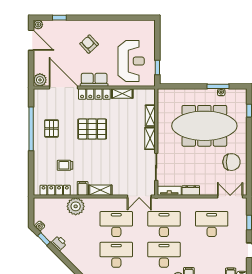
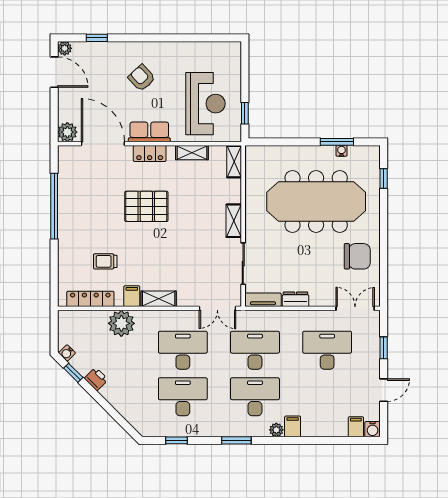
locker: (94, 94) -> (150, 154), width x0.66
shelving: (150, 116) -> (234, 162), moved
pallet: (51, 128) -> (85, 206), removed

